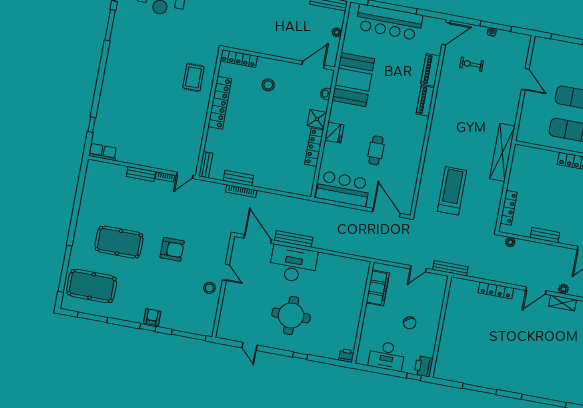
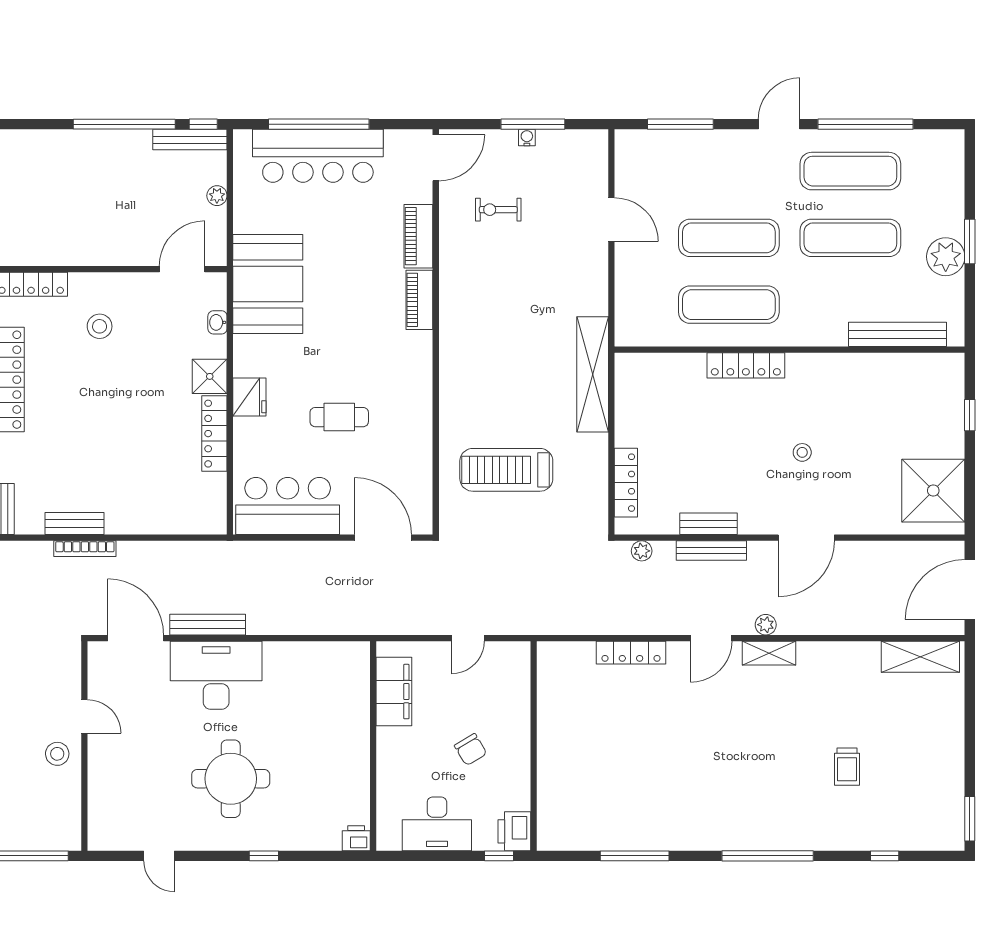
cafe table: (376, 150) -> (339, 417), turned 90
treadmill: (452, 191) -> (506, 470), turned -90
bench: (450, 268) -> (711, 551), moved

